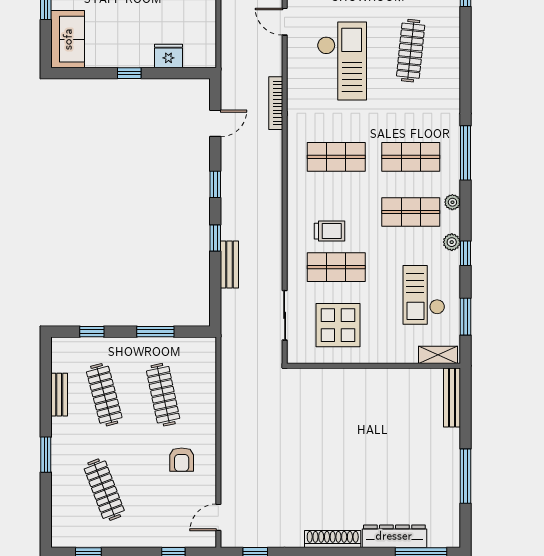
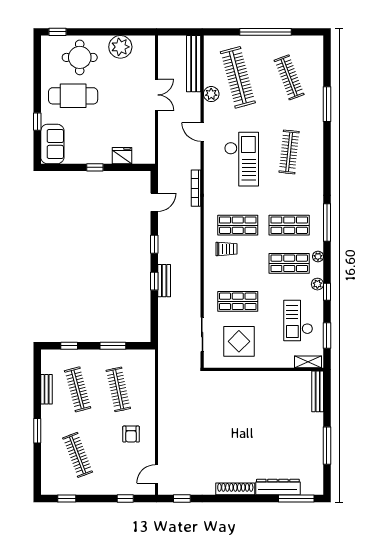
trolley: (330, 231) -> (226, 249), moved
bench: (229, 264) -> (164, 281), moved

